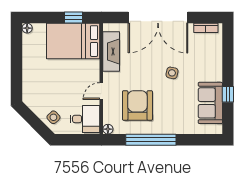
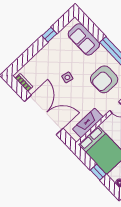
window: (74, 18) -> (98, 172), moved
sofa: (210, 103) -> (84, 39), moved, turned 90

